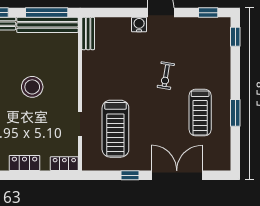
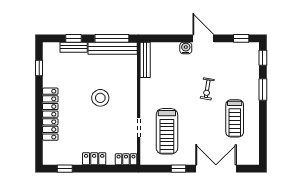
bench: (88, 33) -> (145, 60), width x1.36
window: (235, 113) -> (263, 89), moved

